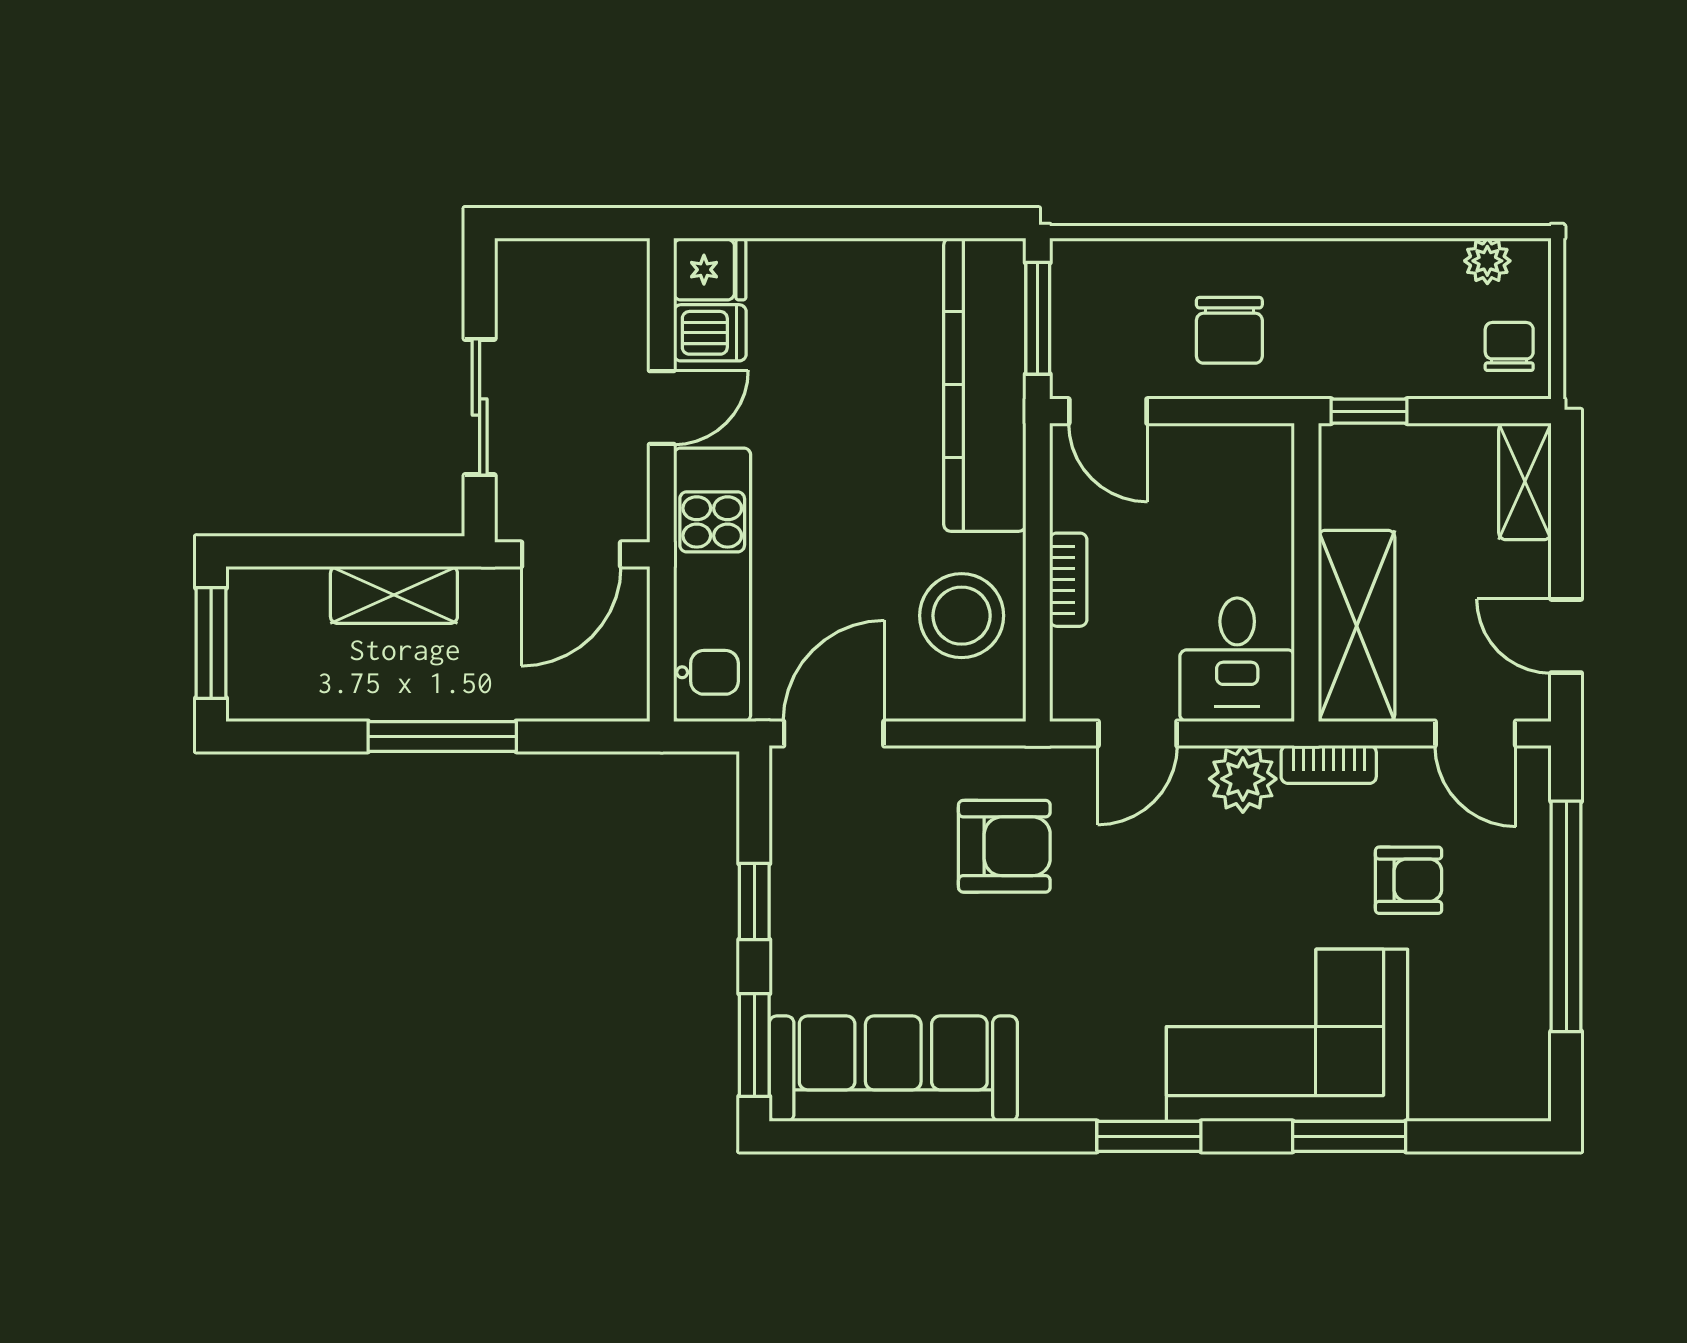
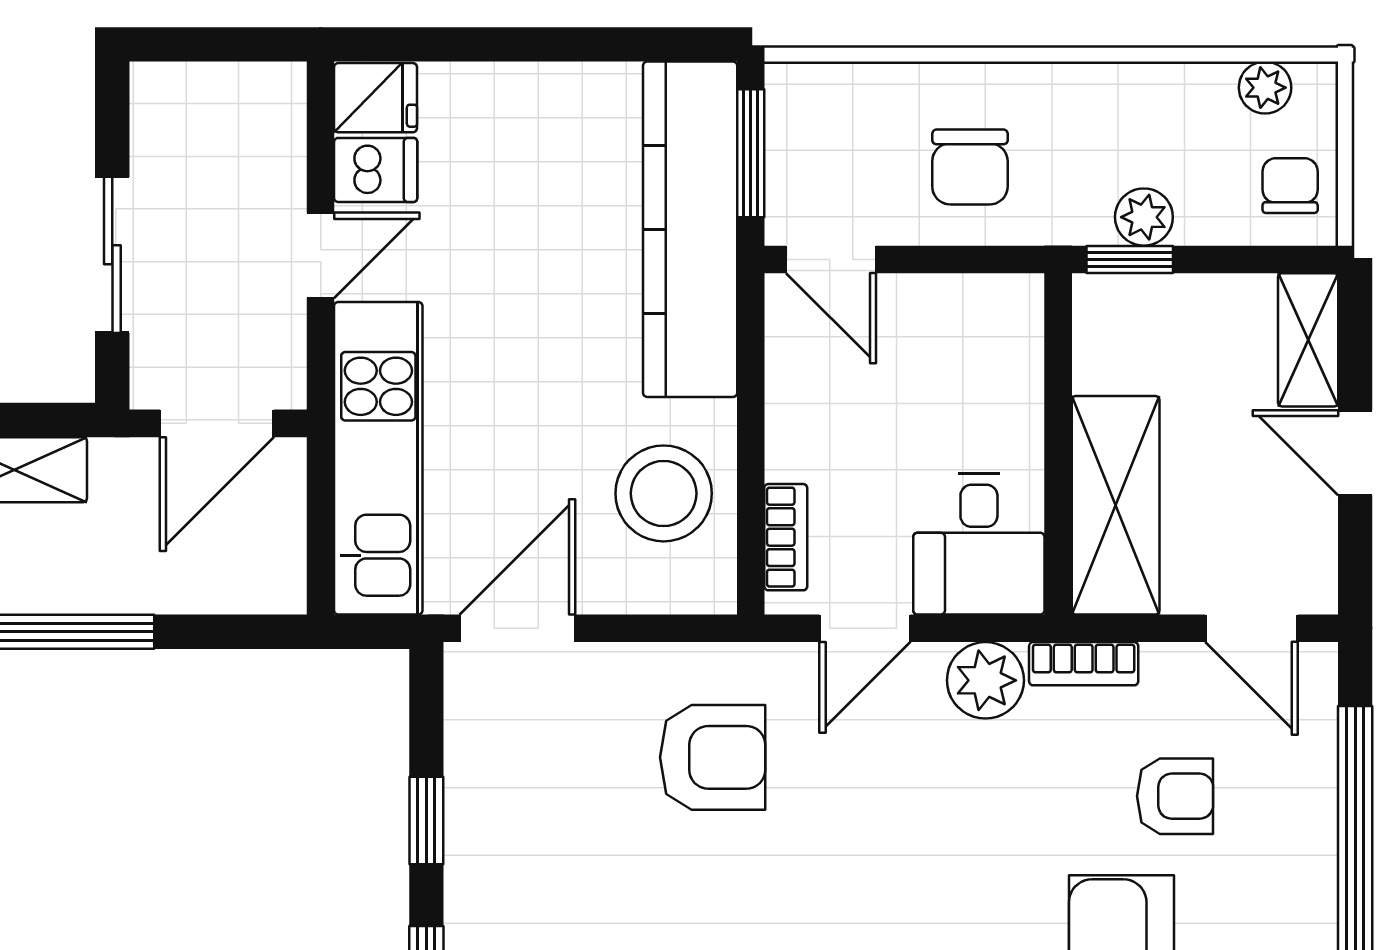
plant: (1381, 374) -> (1144, 217), added
bookcase: (1068, 580) -> (786, 537), moved
door: (1566, 636) -> (1355, 453), moved

